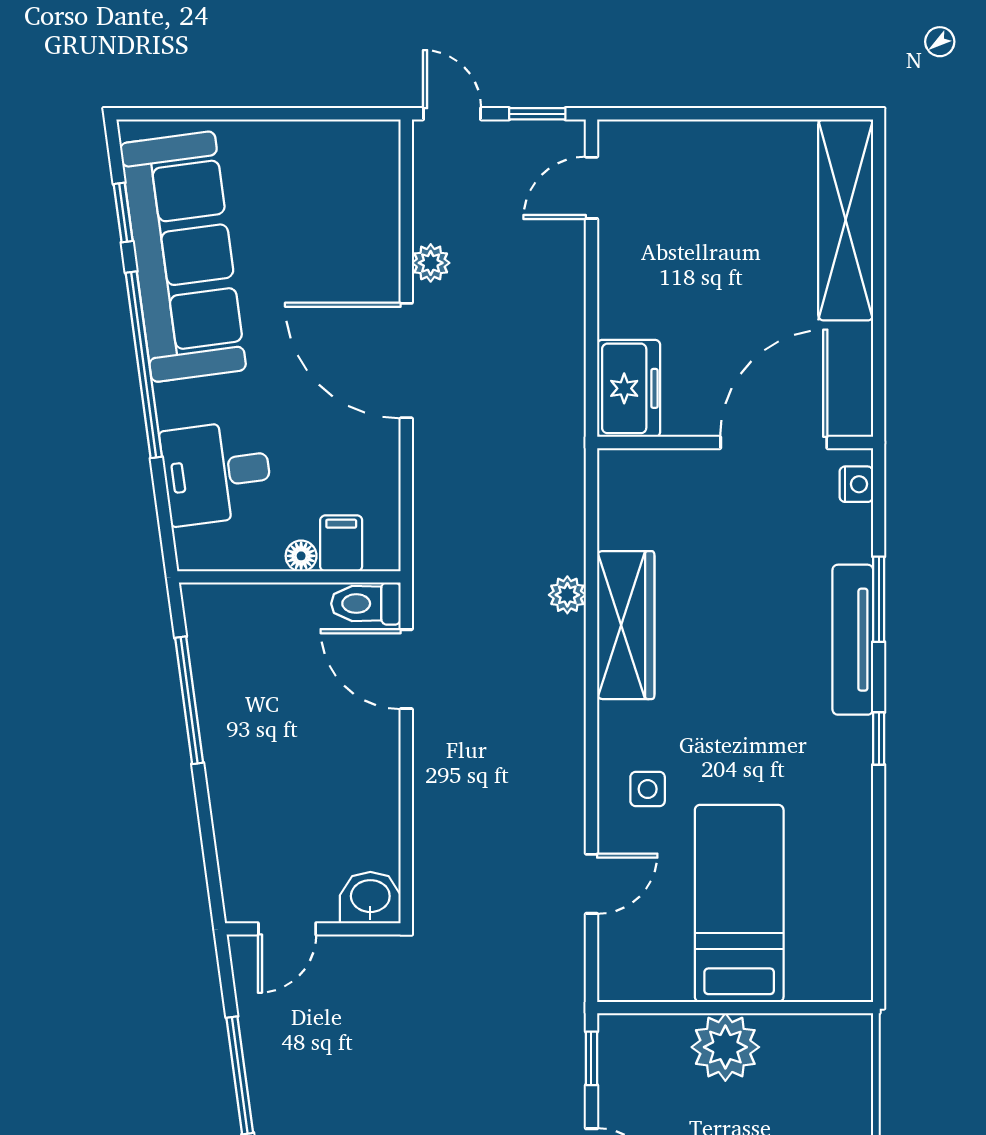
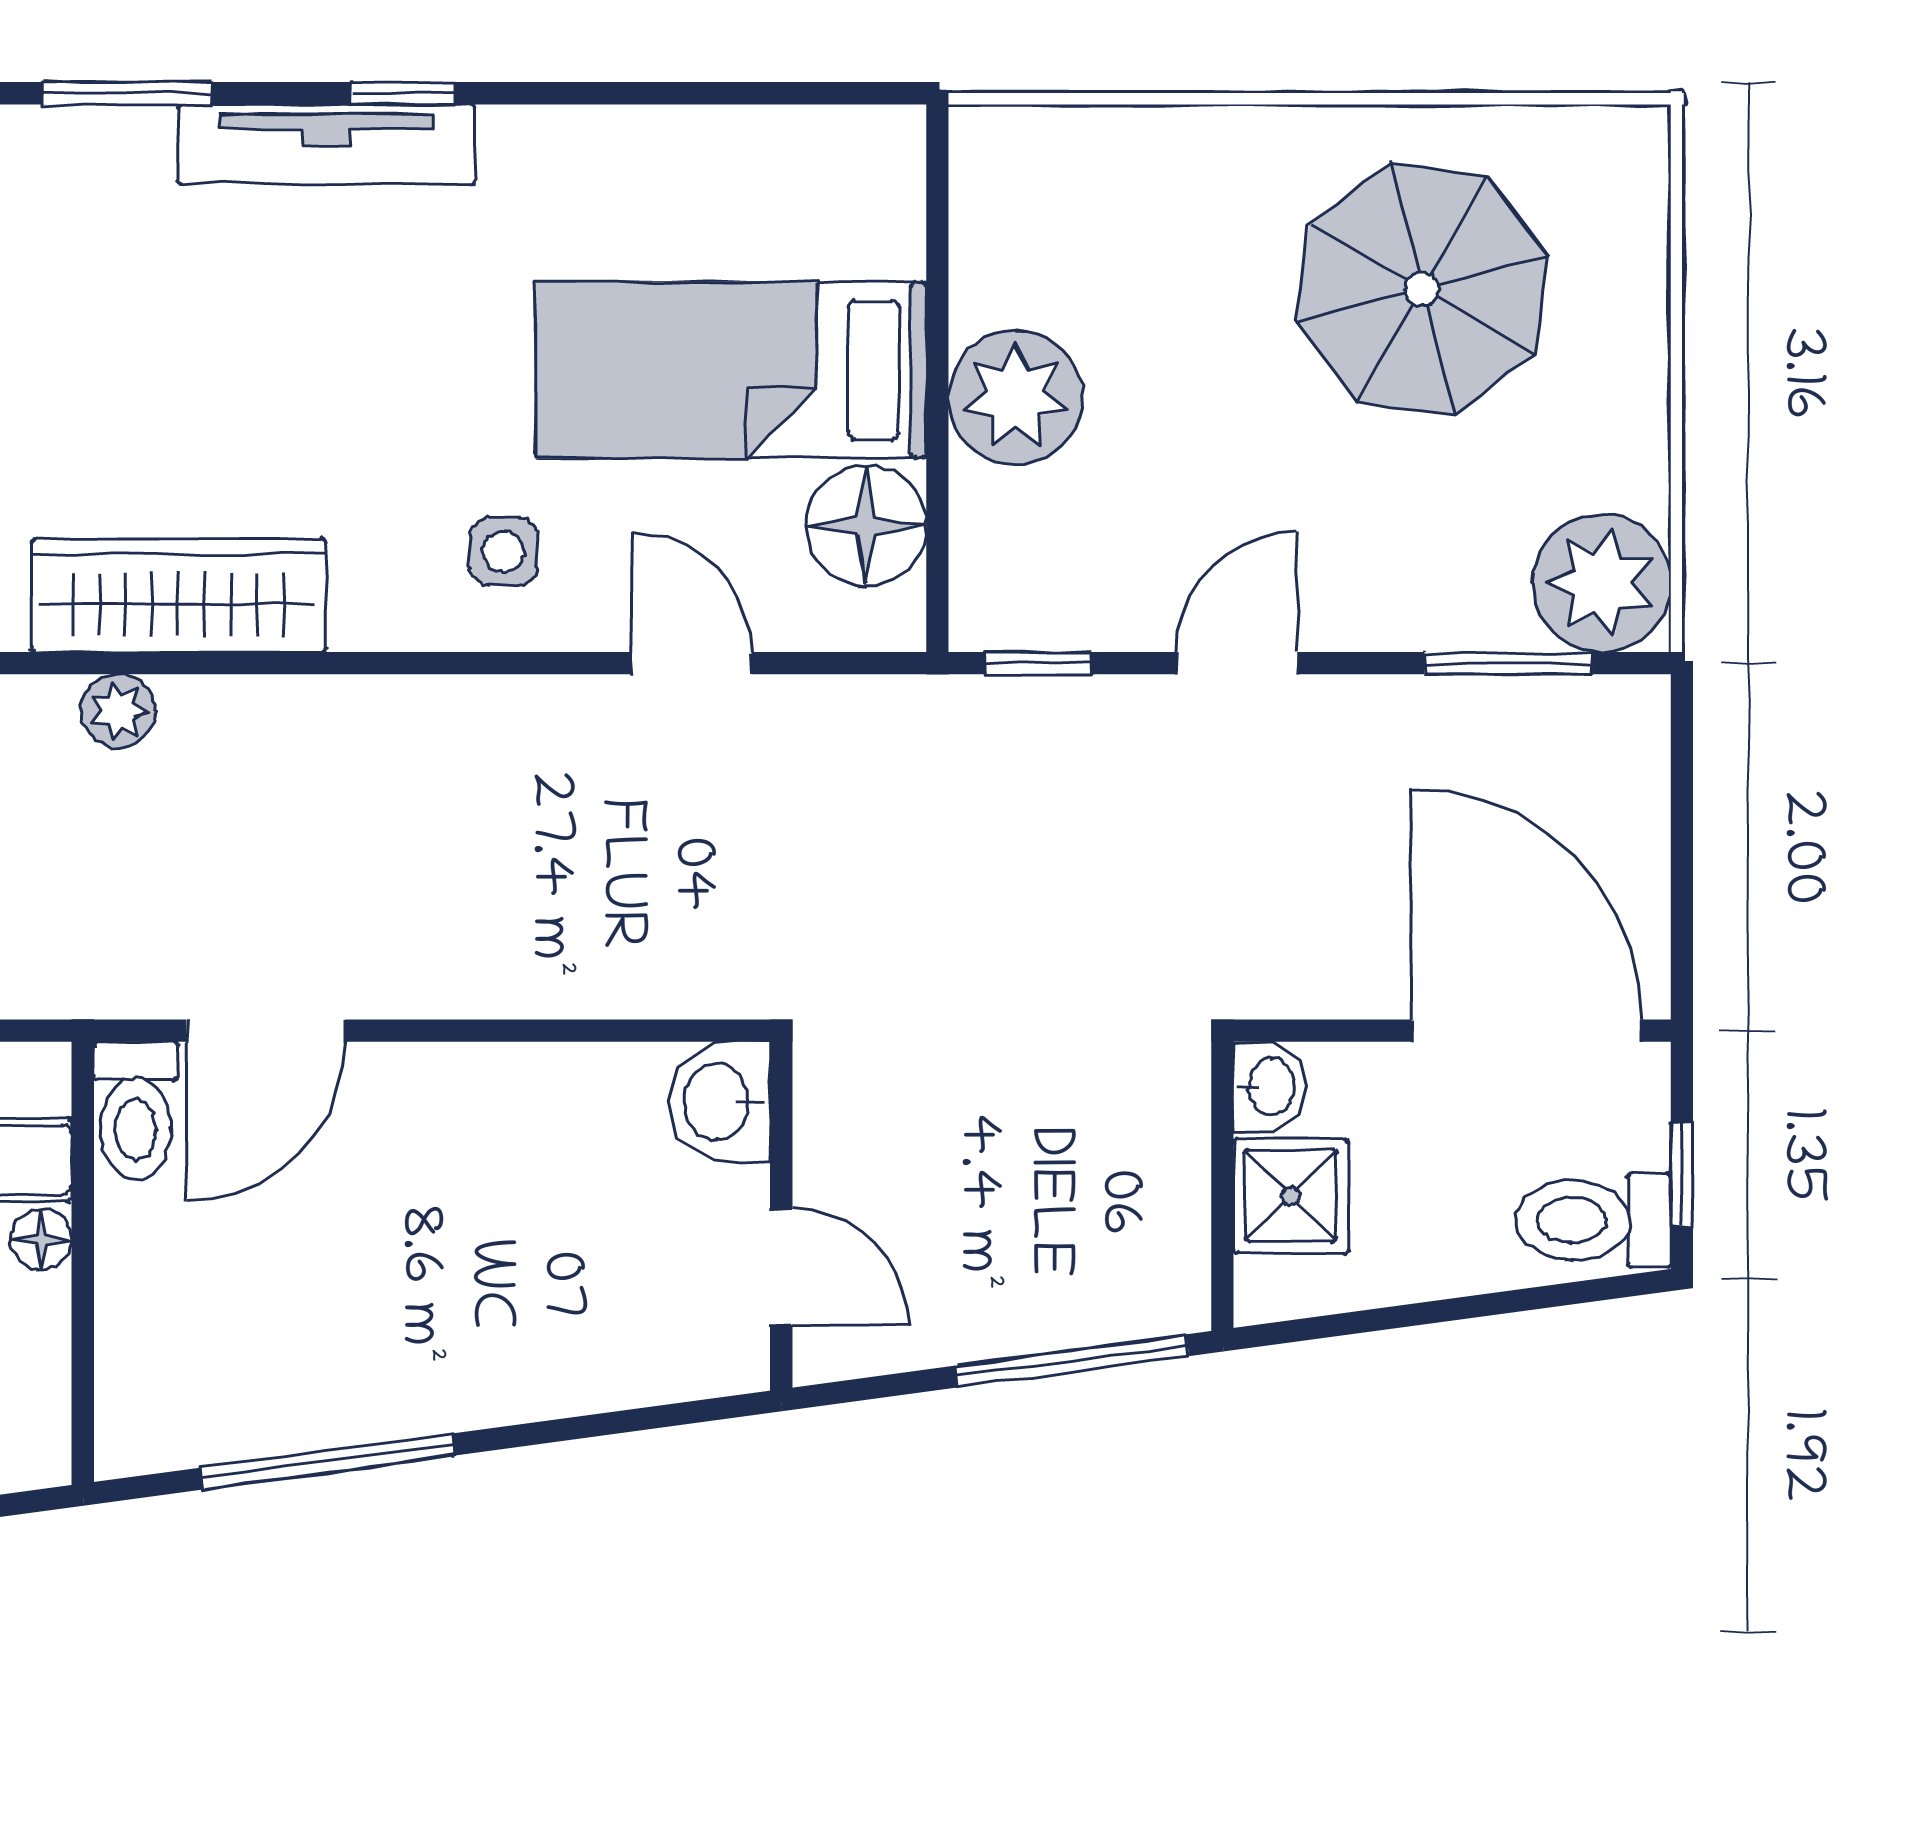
tv unit: (853, 640) -> (327, 145), moved
floor lamp: (661, 972) -> (866, 526), added

